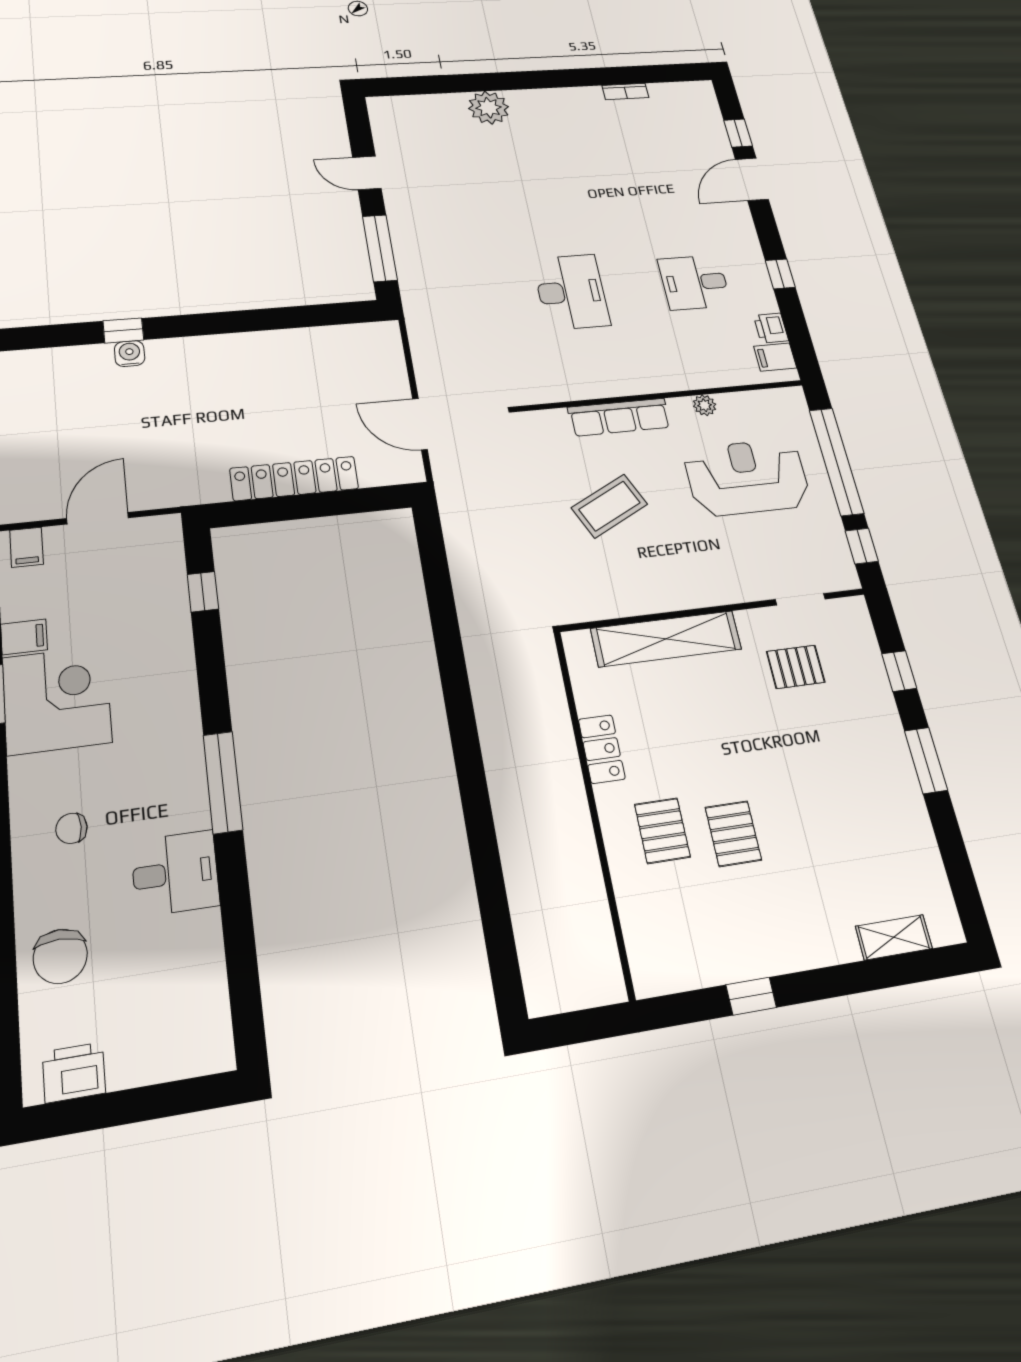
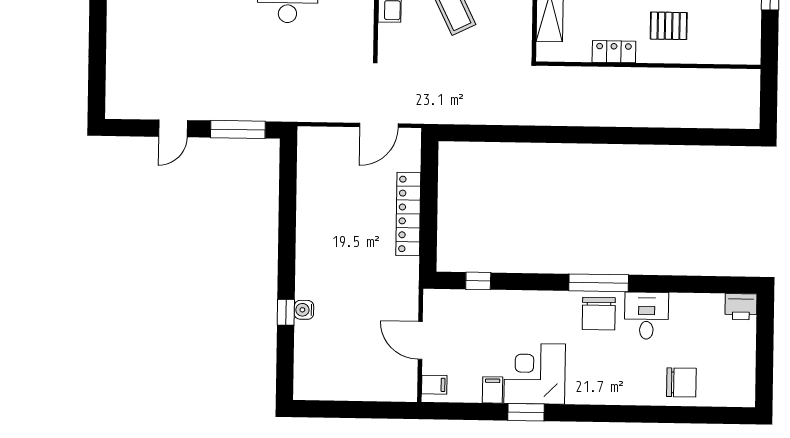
plant: (489, 108) -> (122, 27), removed
chair: (71, 828) -> (599, 314), moved, width x1.87, depth x1.87
printer: (74, 1072) -> (741, 307), moved, turned -90

